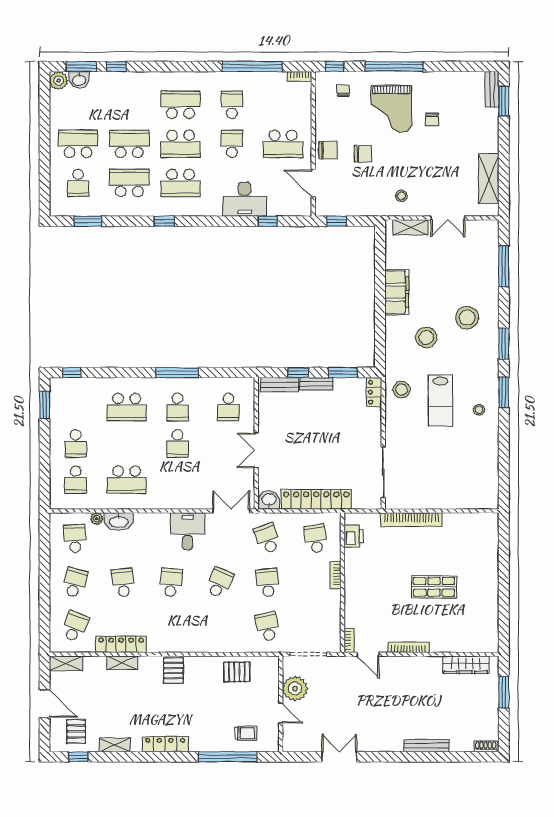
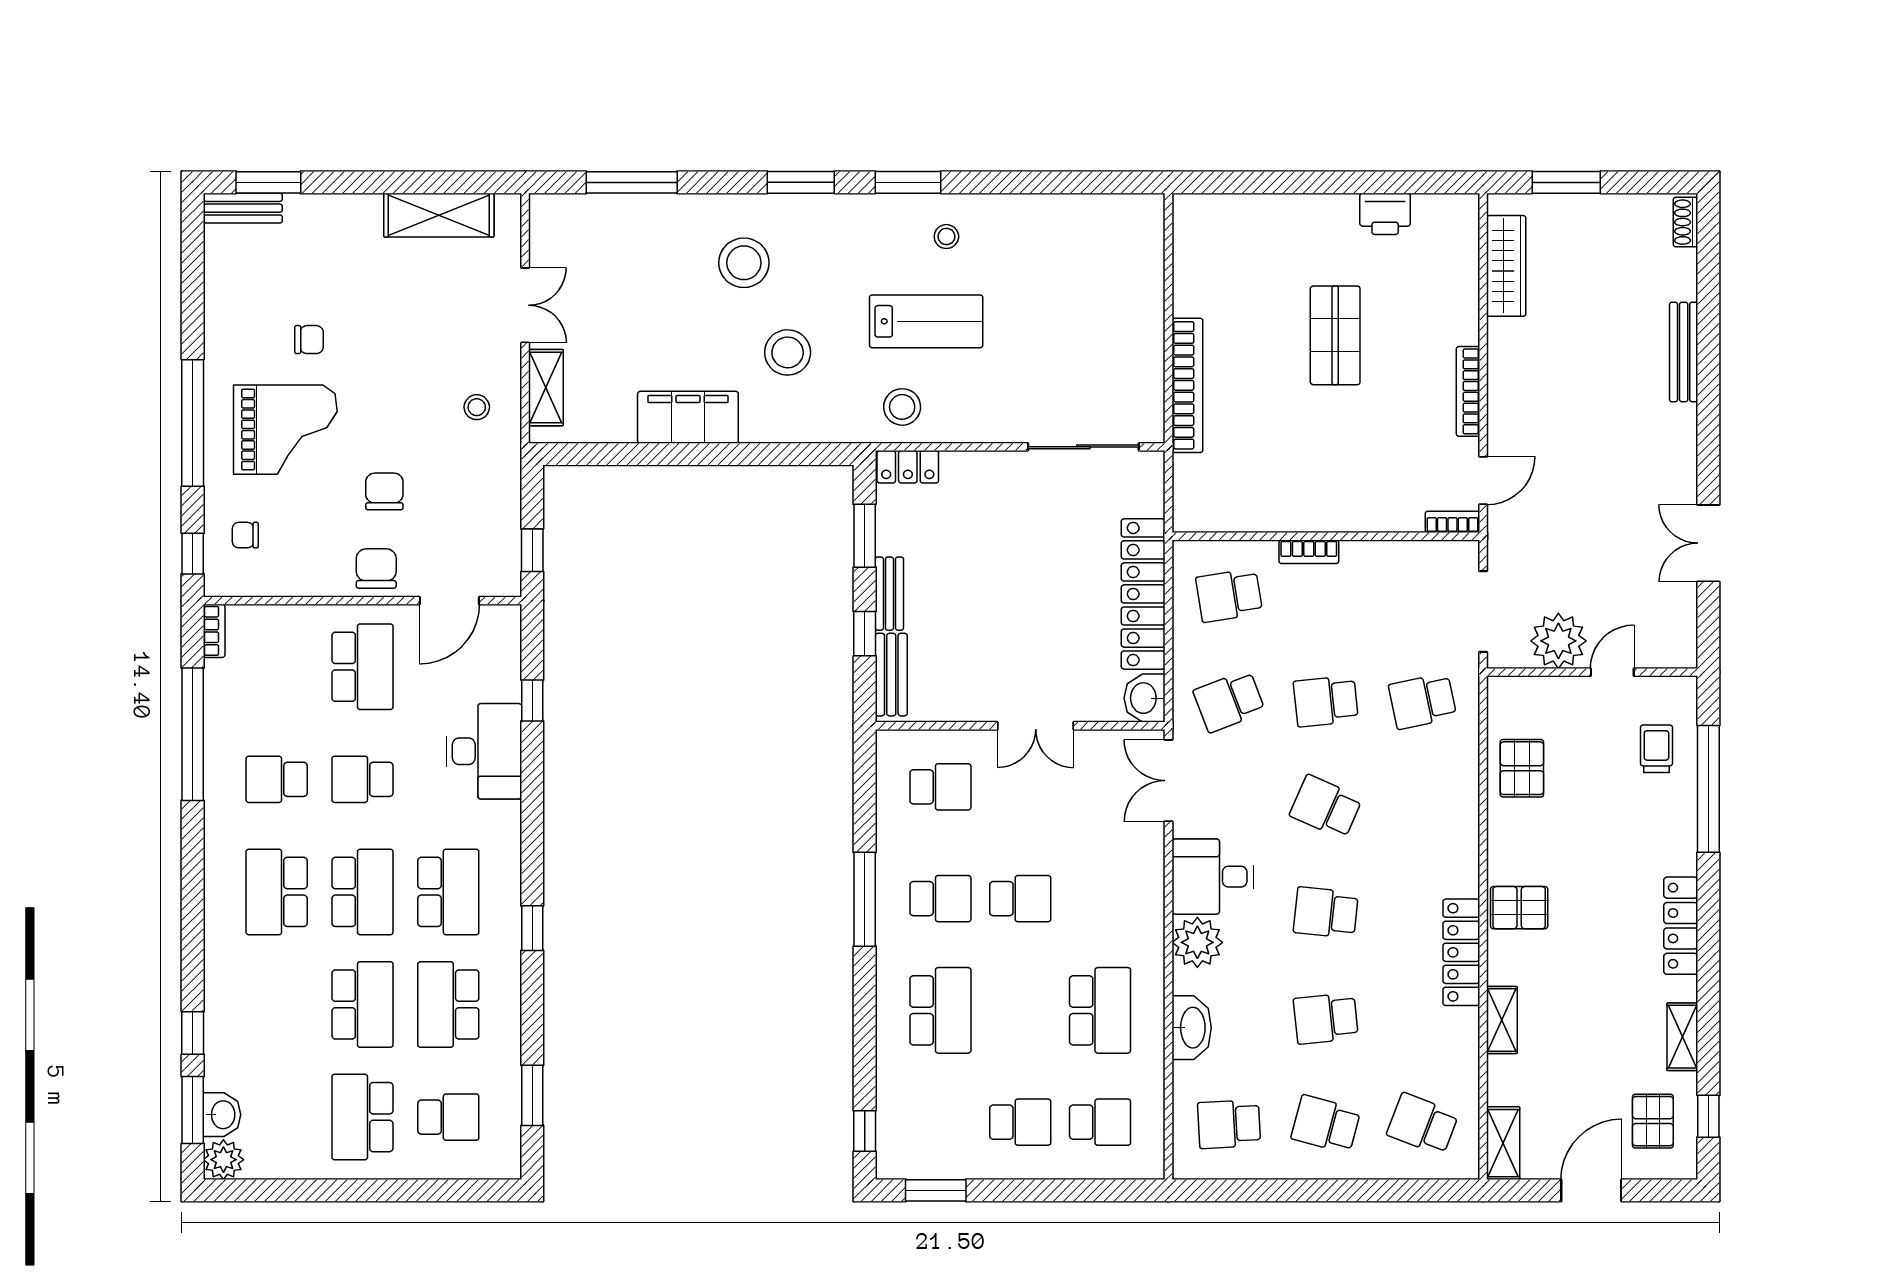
school desk: (129, 144) -> (362, 1005), turned 180
plant: (97, 519) -> (1197, 942), moved, width x1.88, depth x1.88
printer: (354, 536) -> (1385, 214), moved, turned 180
locker: (121, 644) -> (1461, 952), moved
pallet: (76, 732) -> (1653, 1121), turned 90

